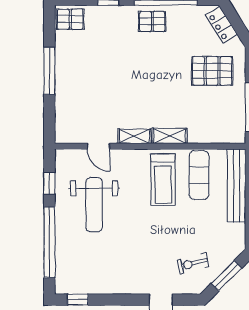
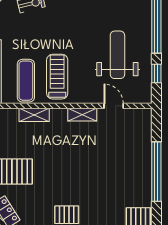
window: (49, 71) -> (156, 172), width x1.46
shelving: (170, 136) -> (34, 115), moved

